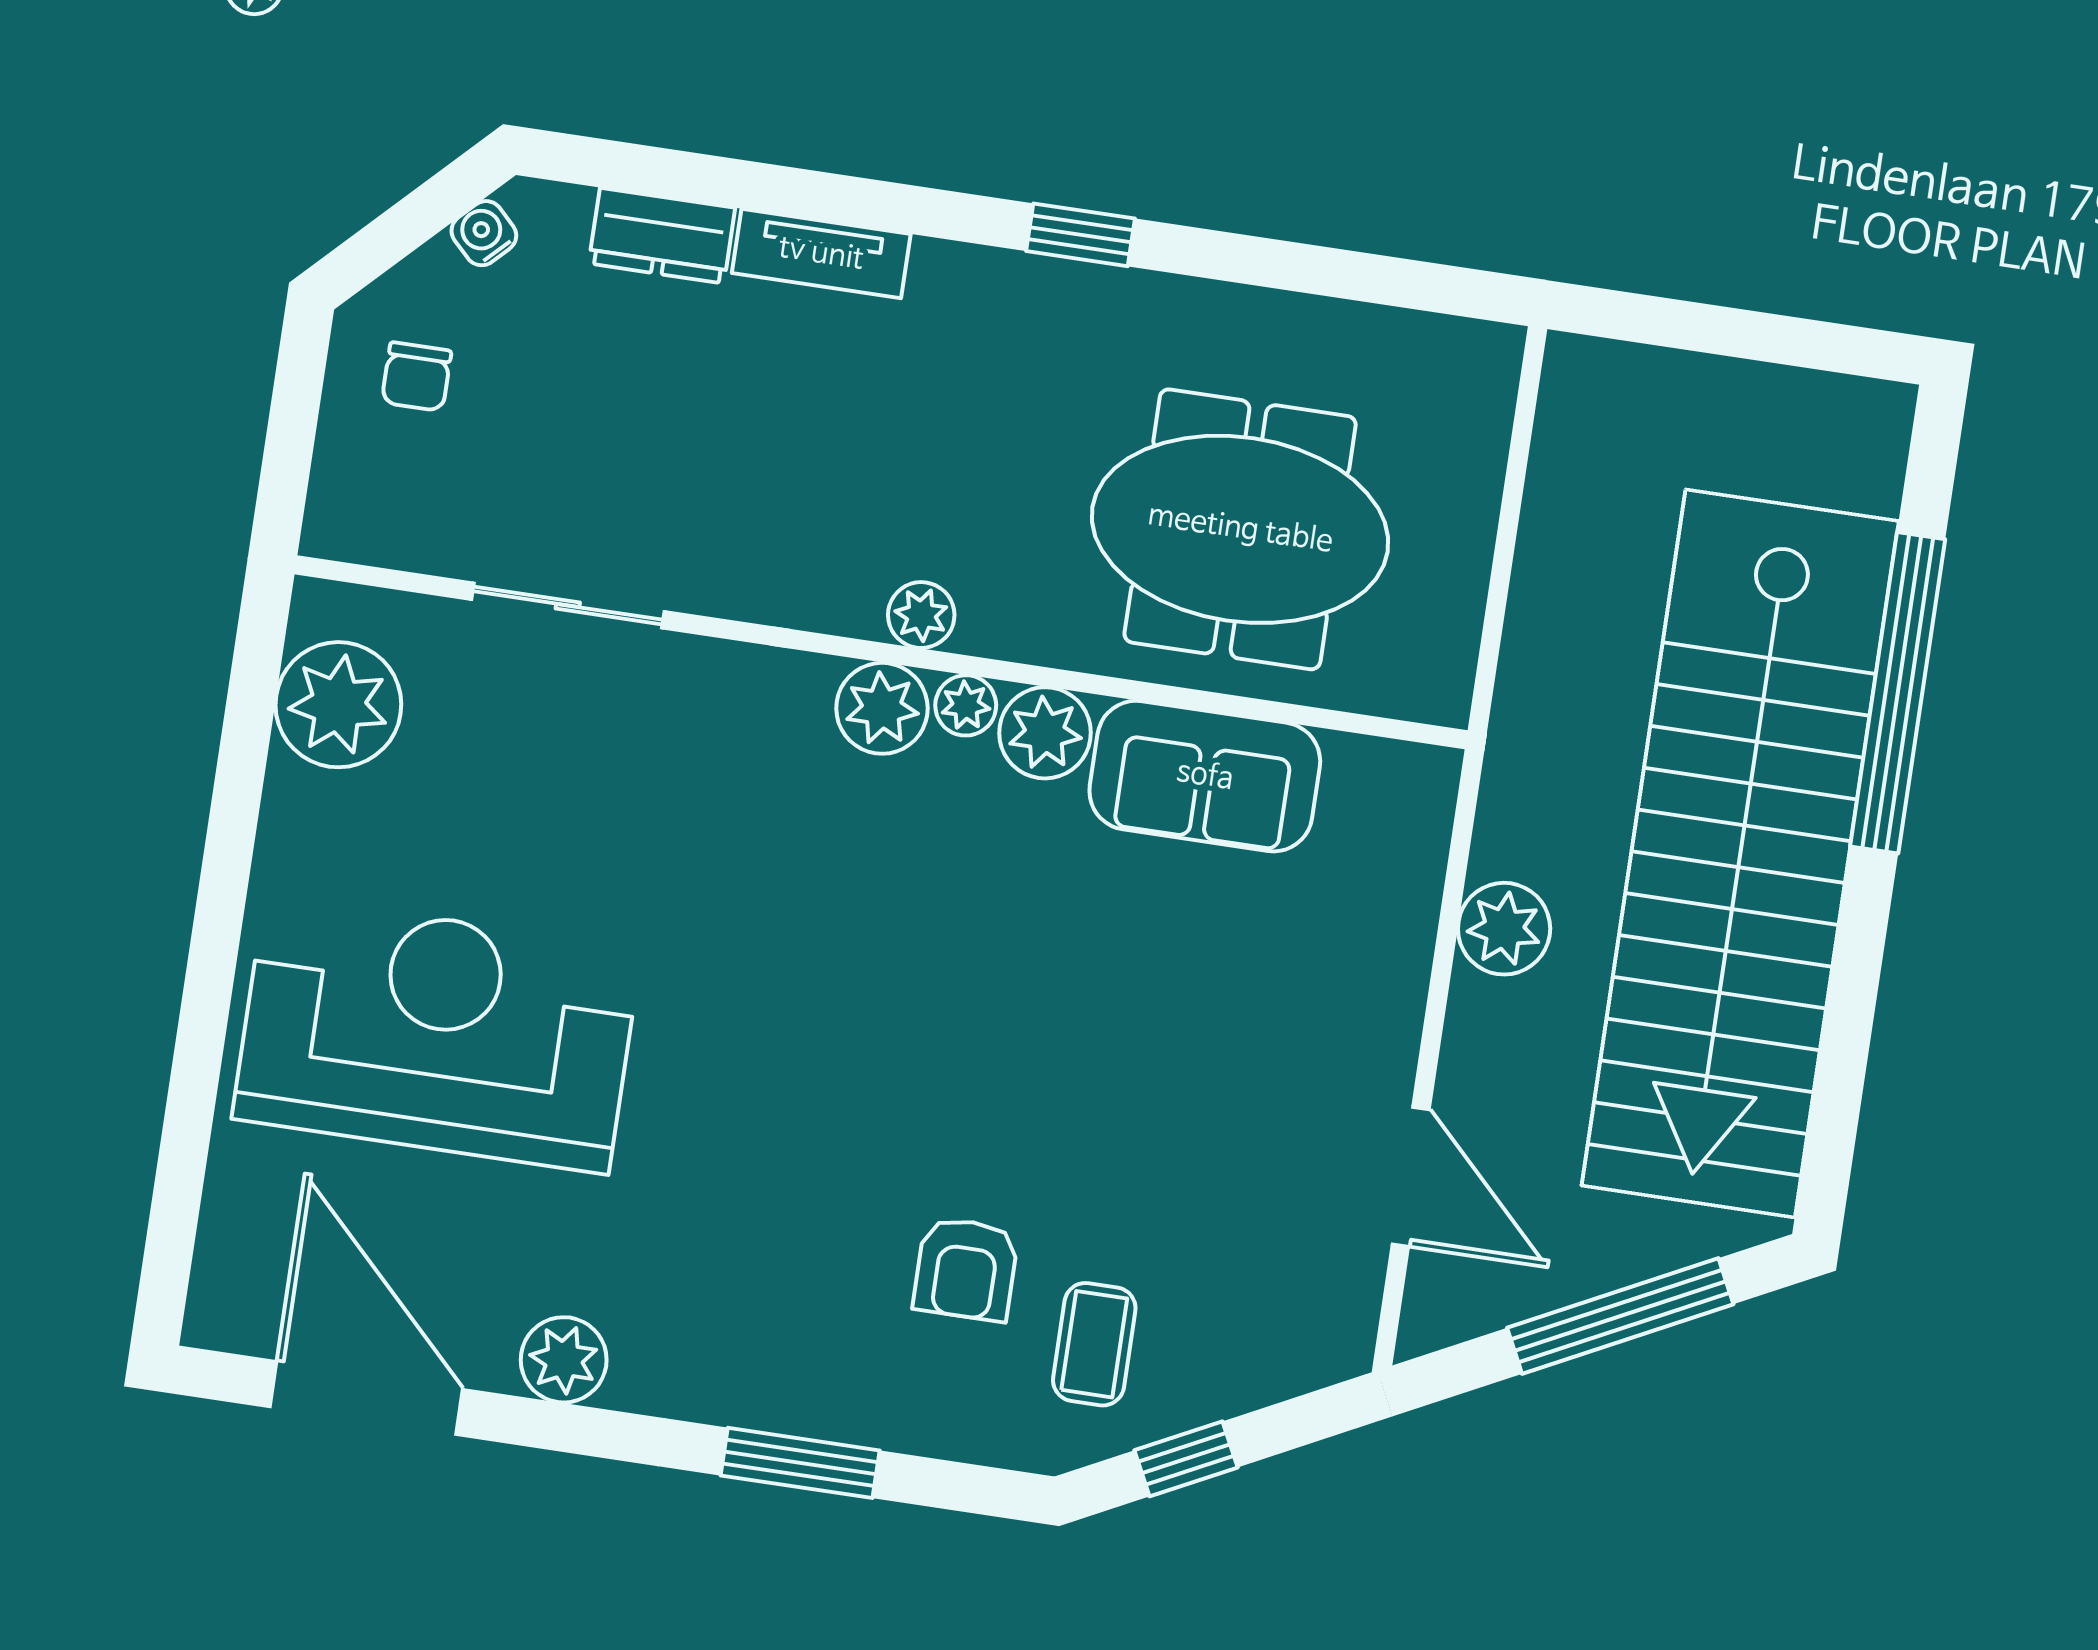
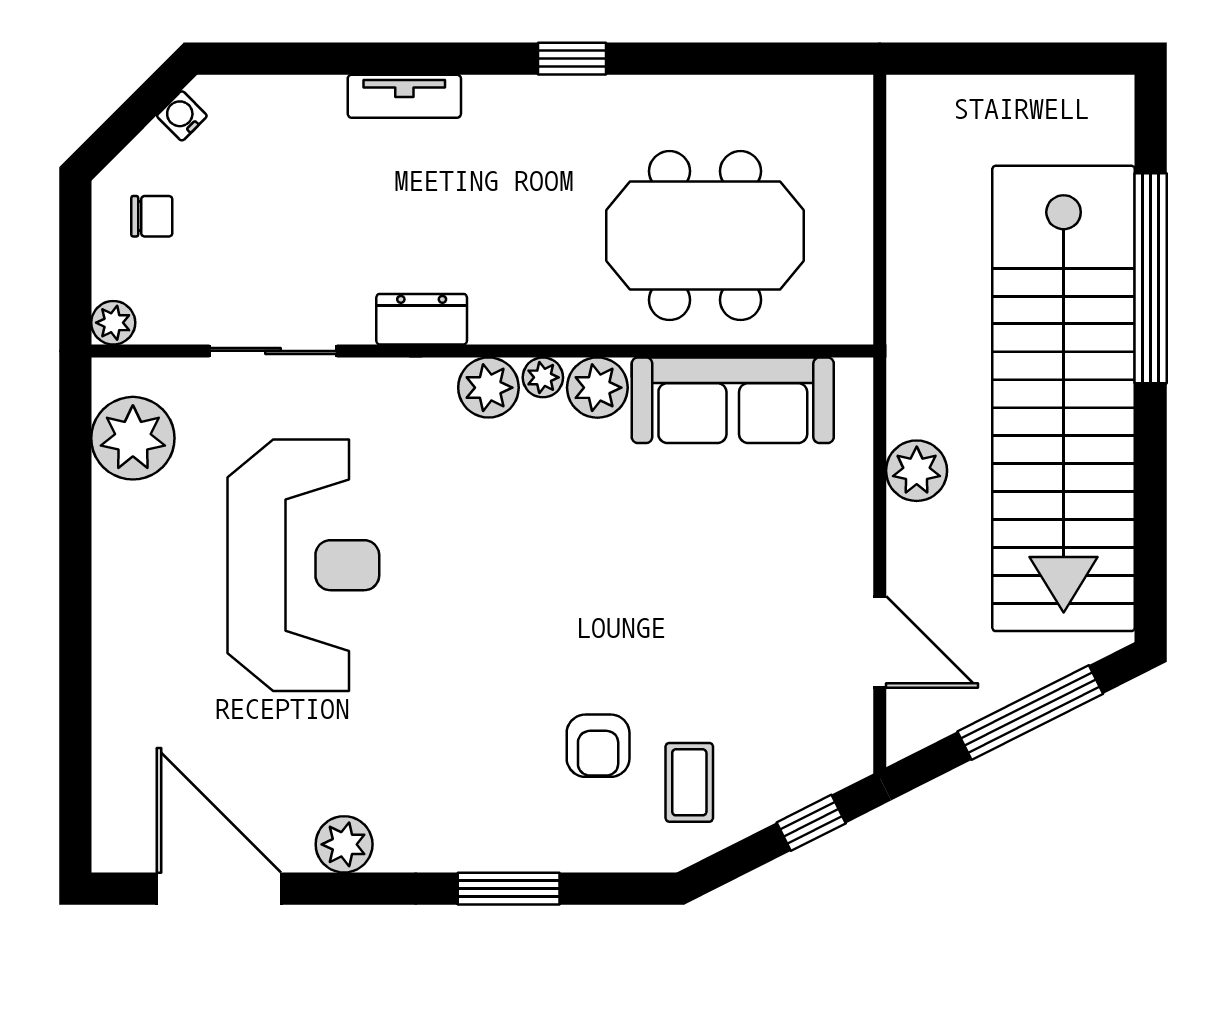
dresser: (662, 236) -> (422, 319), moved, turned 180
chair: (416, 377) -> (152, 216), turned -90
plant: (921, 615) -> (113, 323), moved
sofa: (1205, 776) -> (733, 400), width x1.36
reception desk: (437, 1034) -> (303, 565), moved, turned 90
window: (1186, 1459) -> (811, 823), moved

